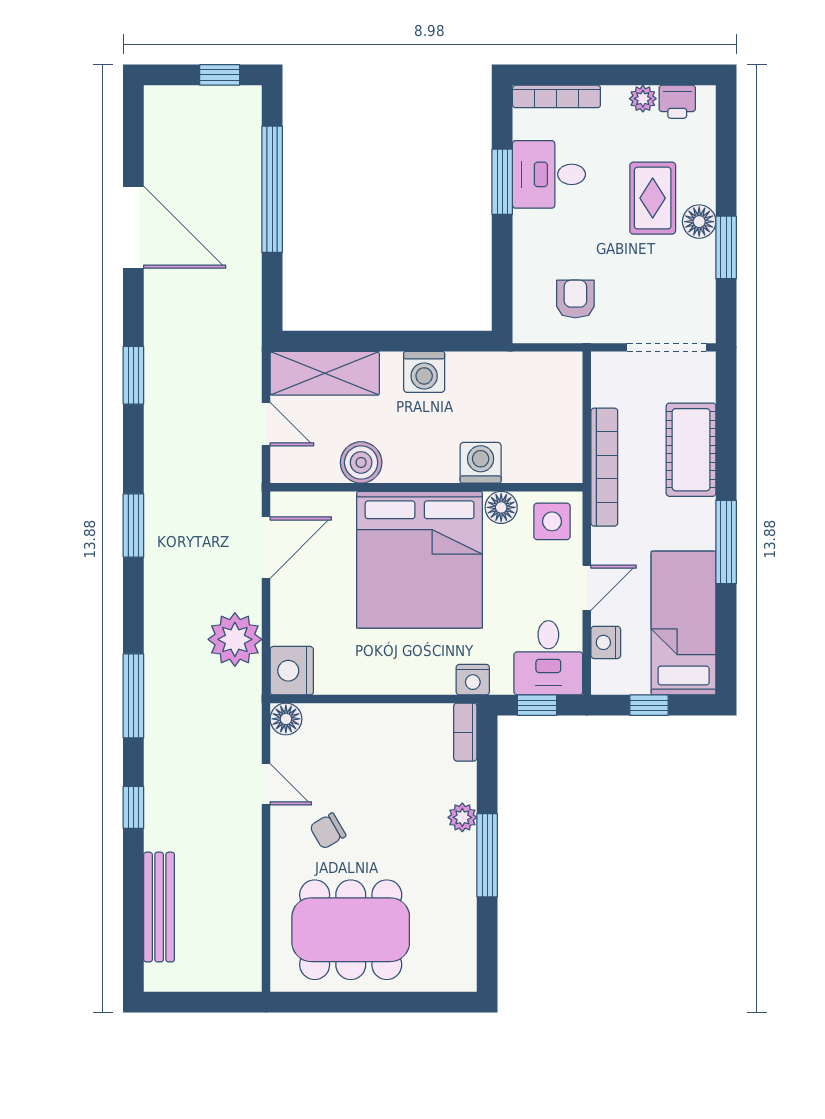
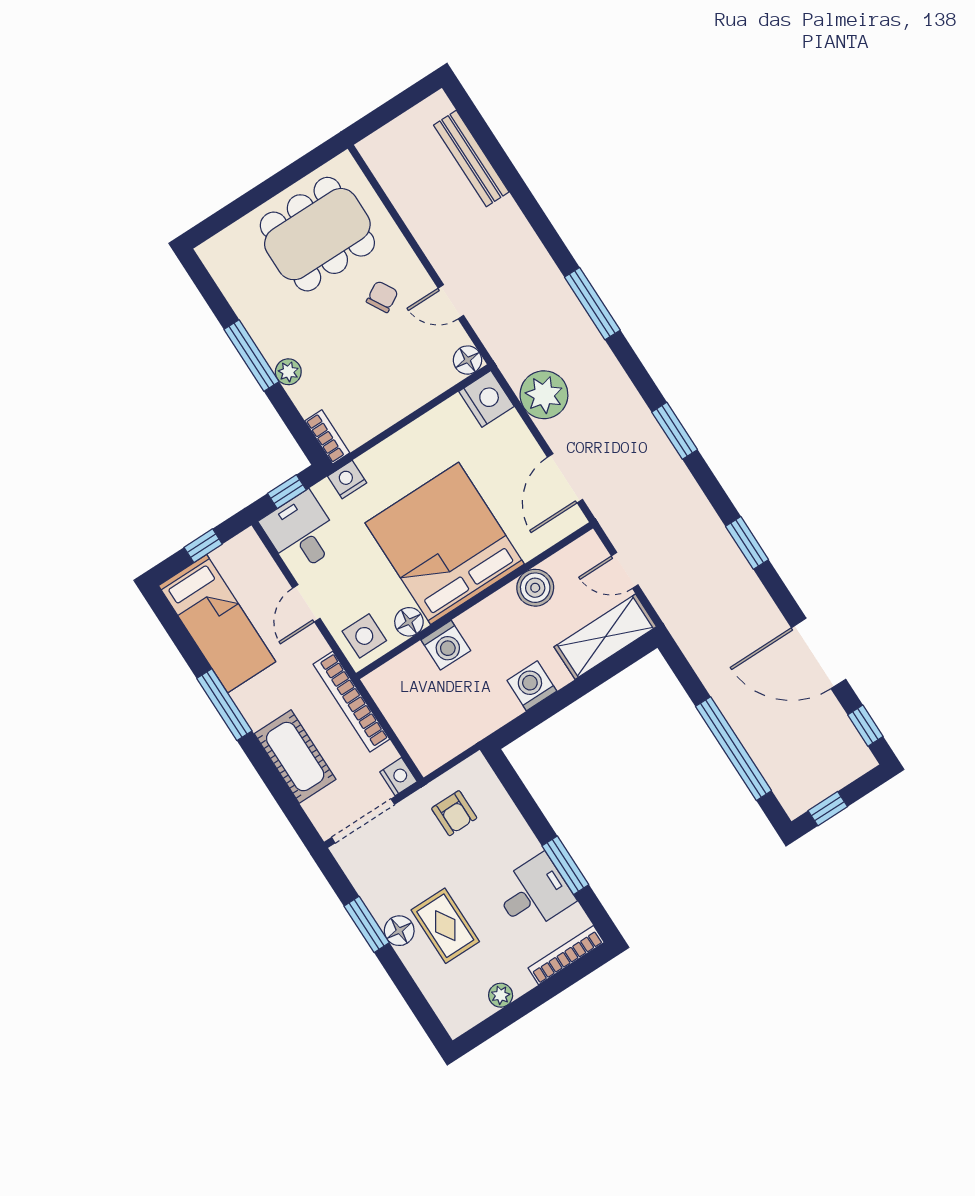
printer: (677, 102) -> (473, 1010), removed
nightstand: (606, 642) -> (398, 777), moved
window: (133, 807) -> (865, 726), moved

